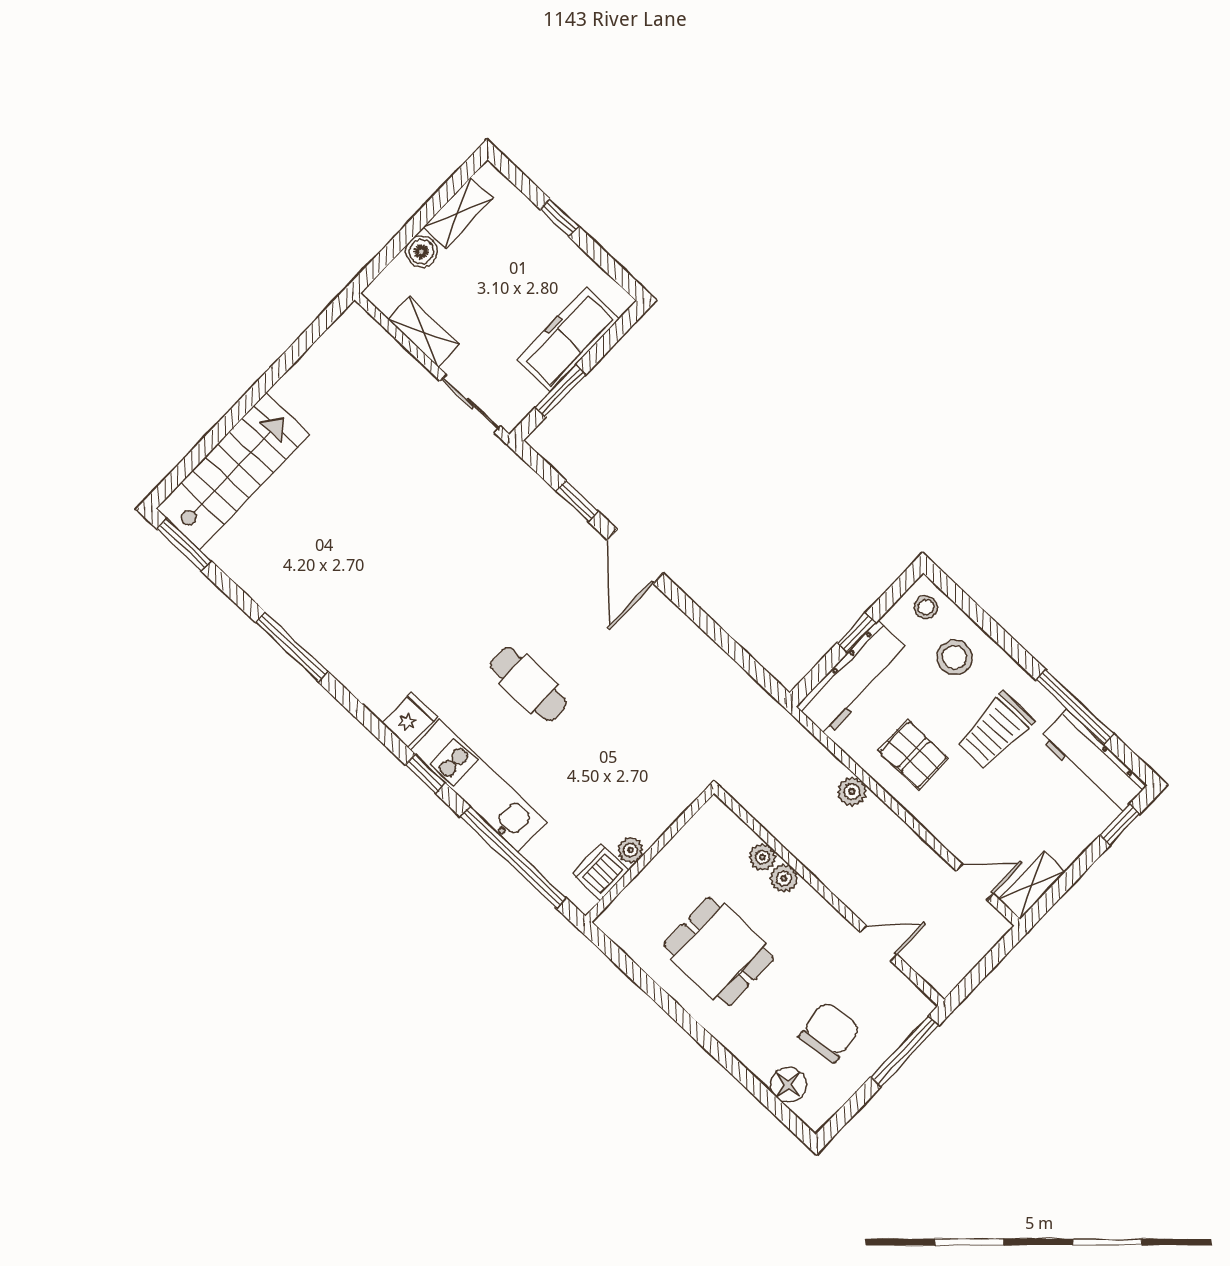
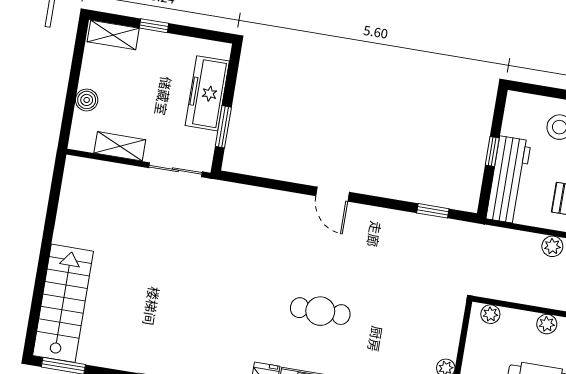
shelving: (458, 213) -> (113, 35), moved, turned 90
window: (577, 501) -> (433, 211), moved
door: (635, 556) -> (332, 194), width x0.73
stool: (926, 607) -> (523, 109), removed
plant: (762, 857) -> (490, 314), moved

